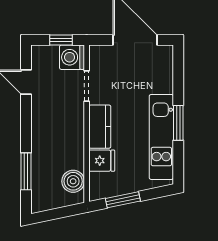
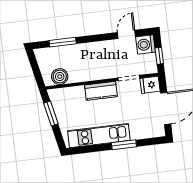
washing machine: (72, 57) -> (146, 45), moved, turned -90
window: (178, 123) -> (124, 145), moved
fridge: (102, 161) -> (150, 85), moved, turned 90

